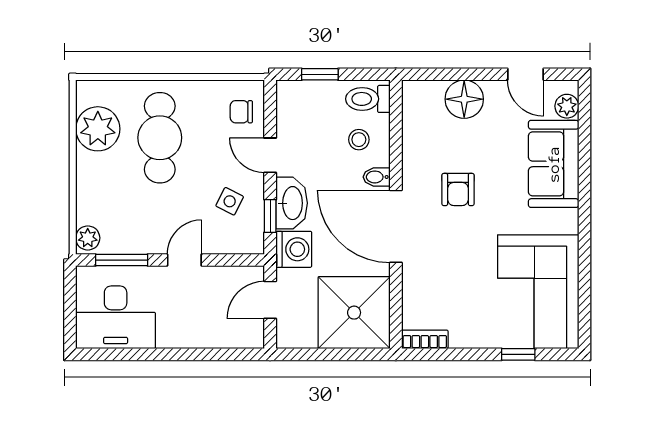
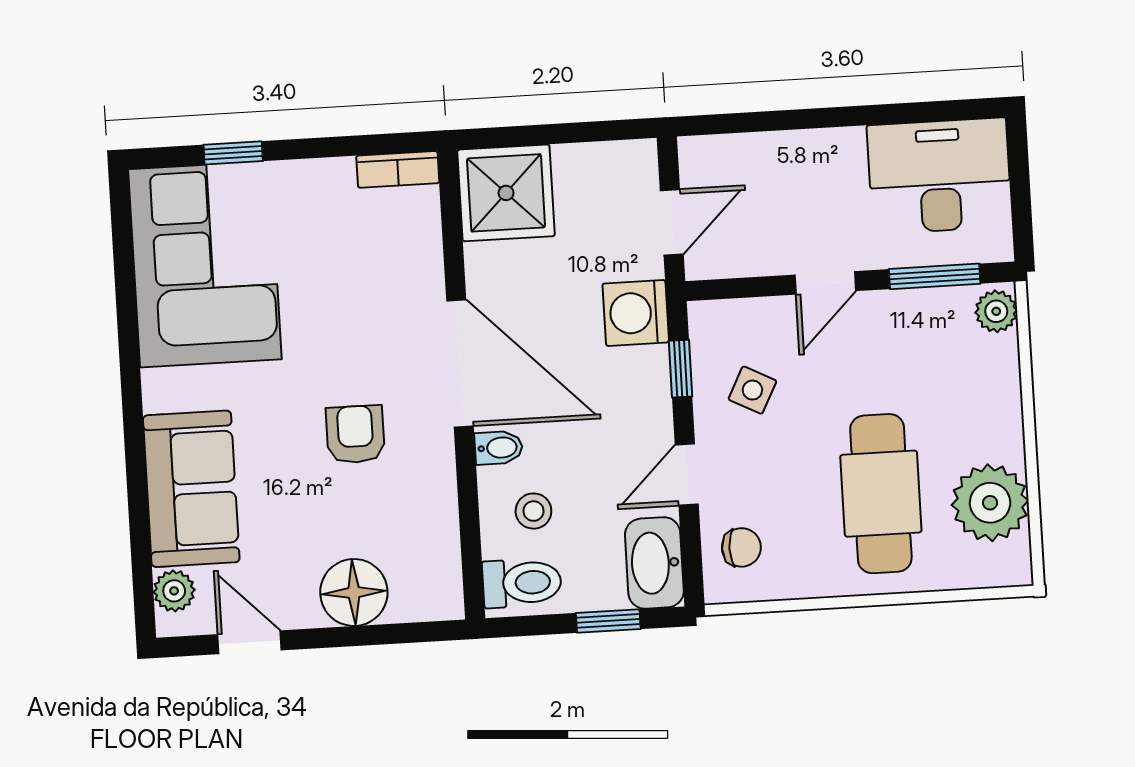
door: (270, 155) -> (687, 475), swing flipped
washbasin: (292, 203) -> (654, 563), moved
shower: (354, 313) -> (506, 193), width x0.73, depth x0.73

